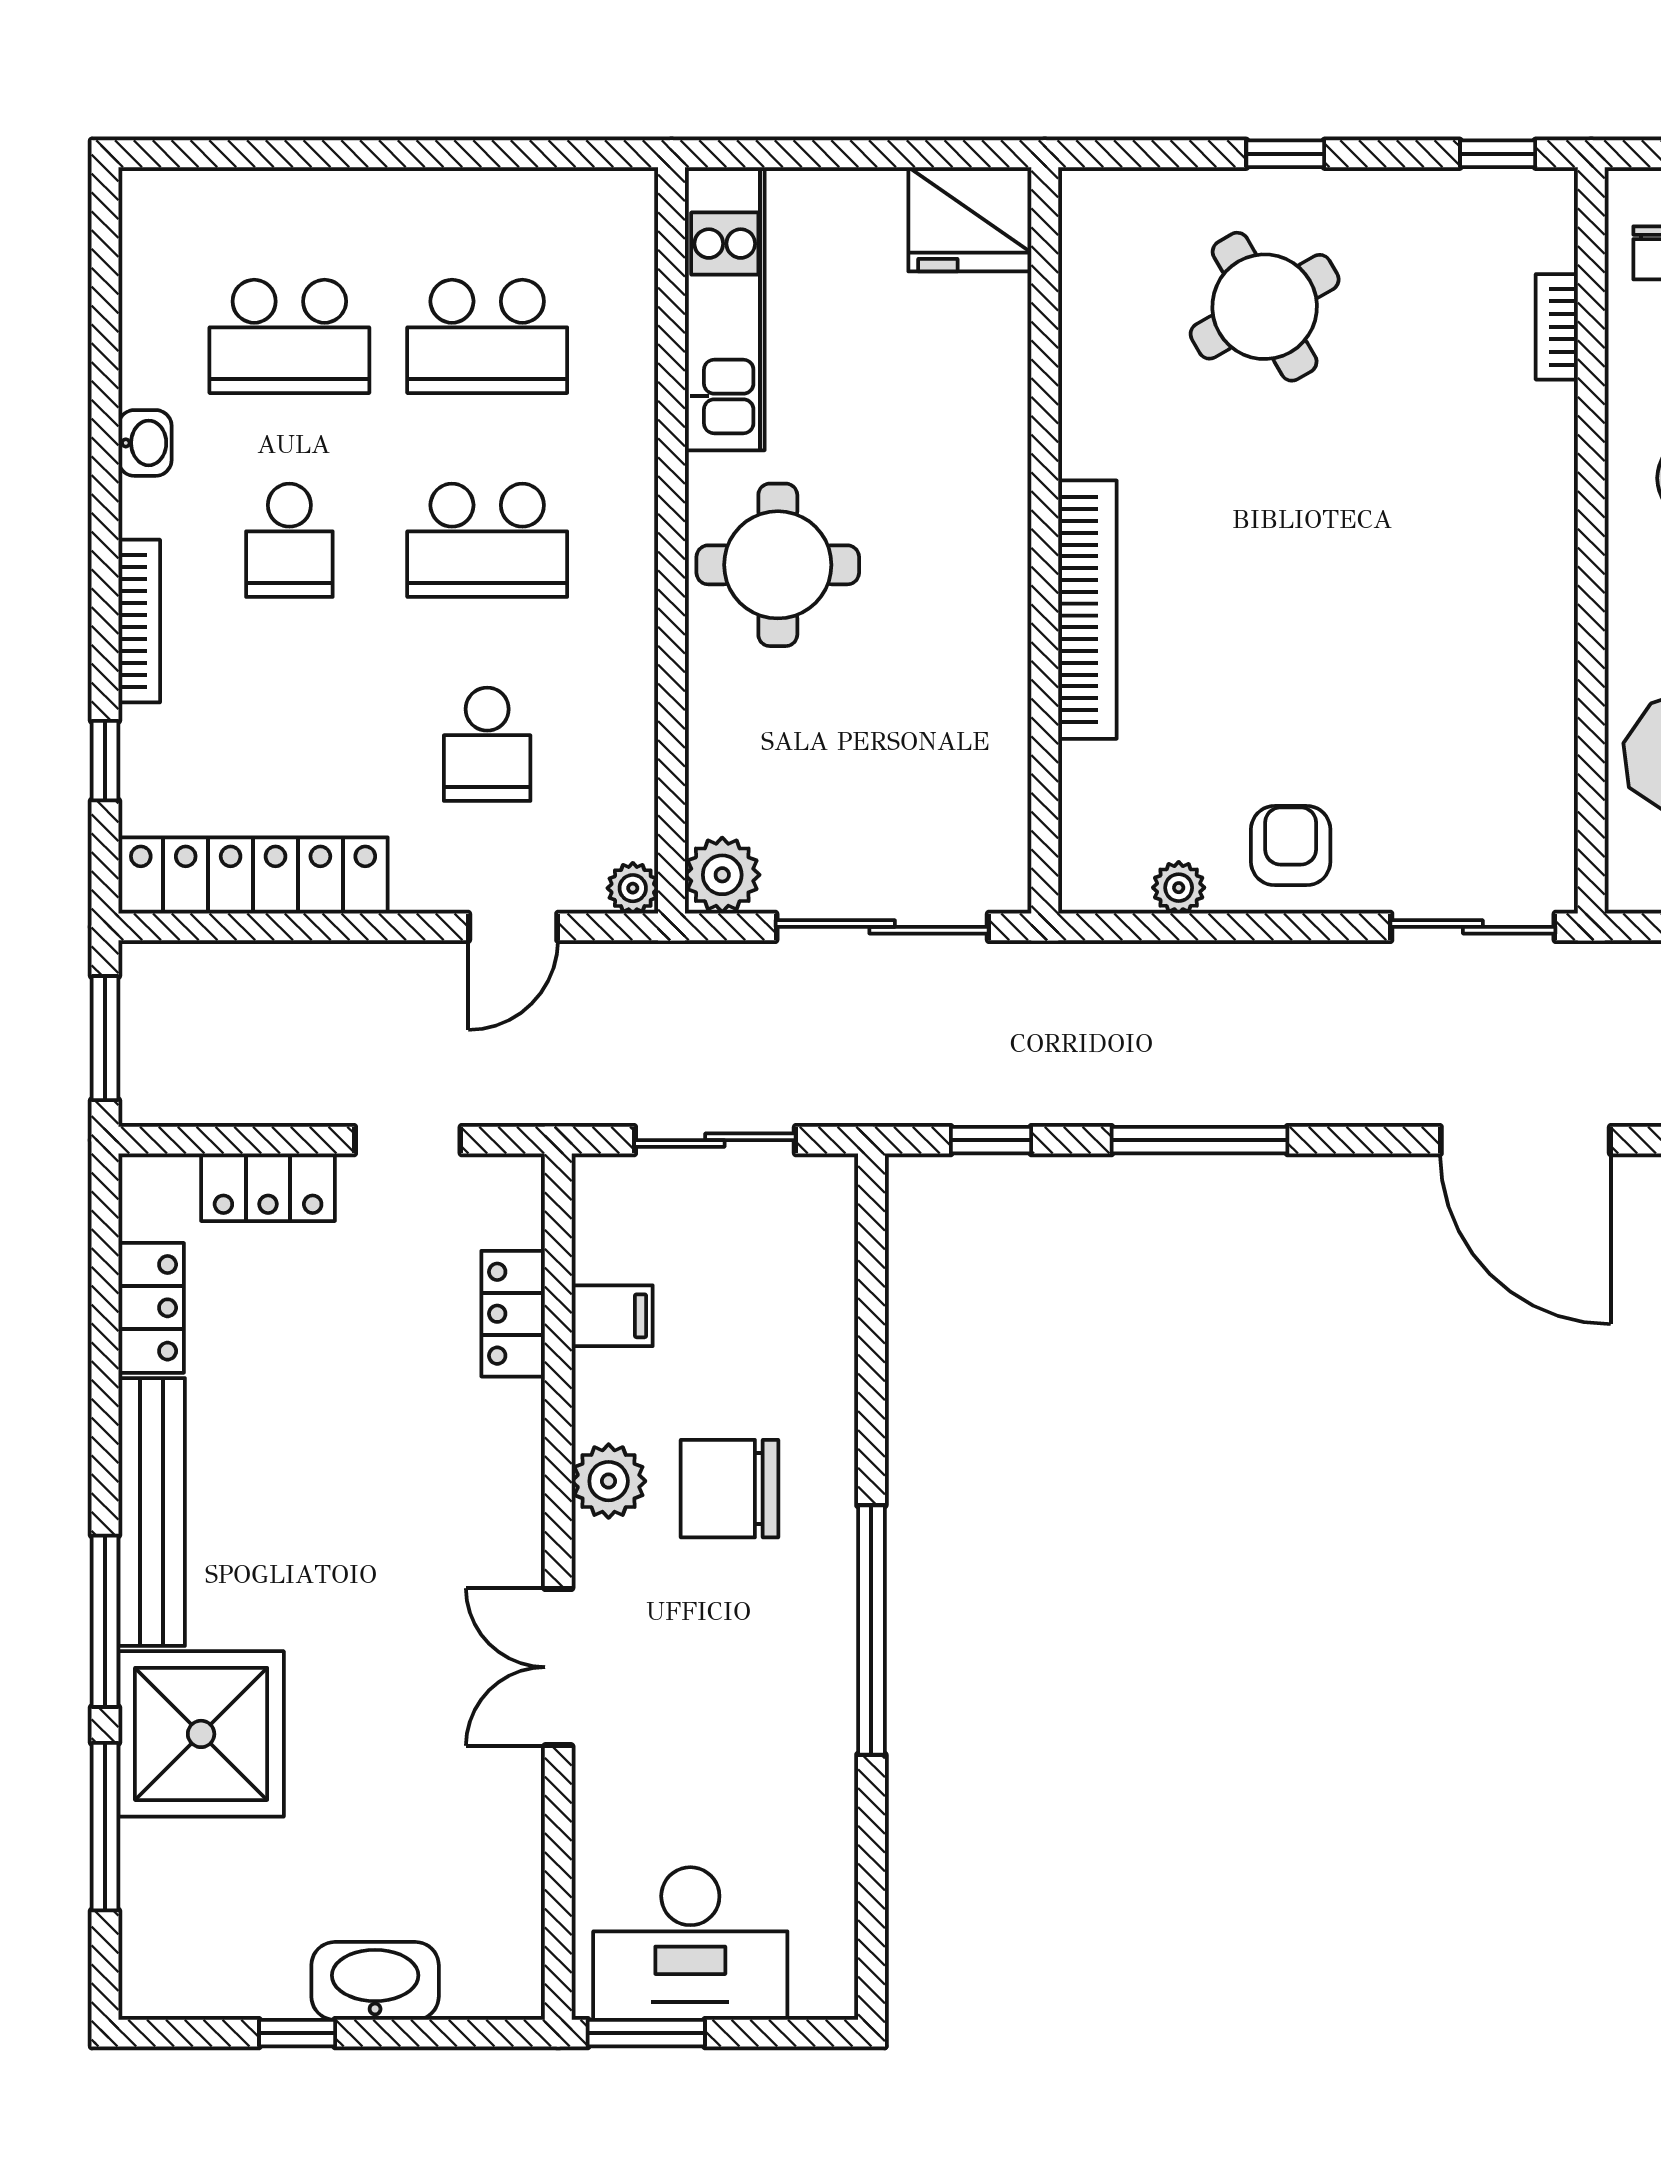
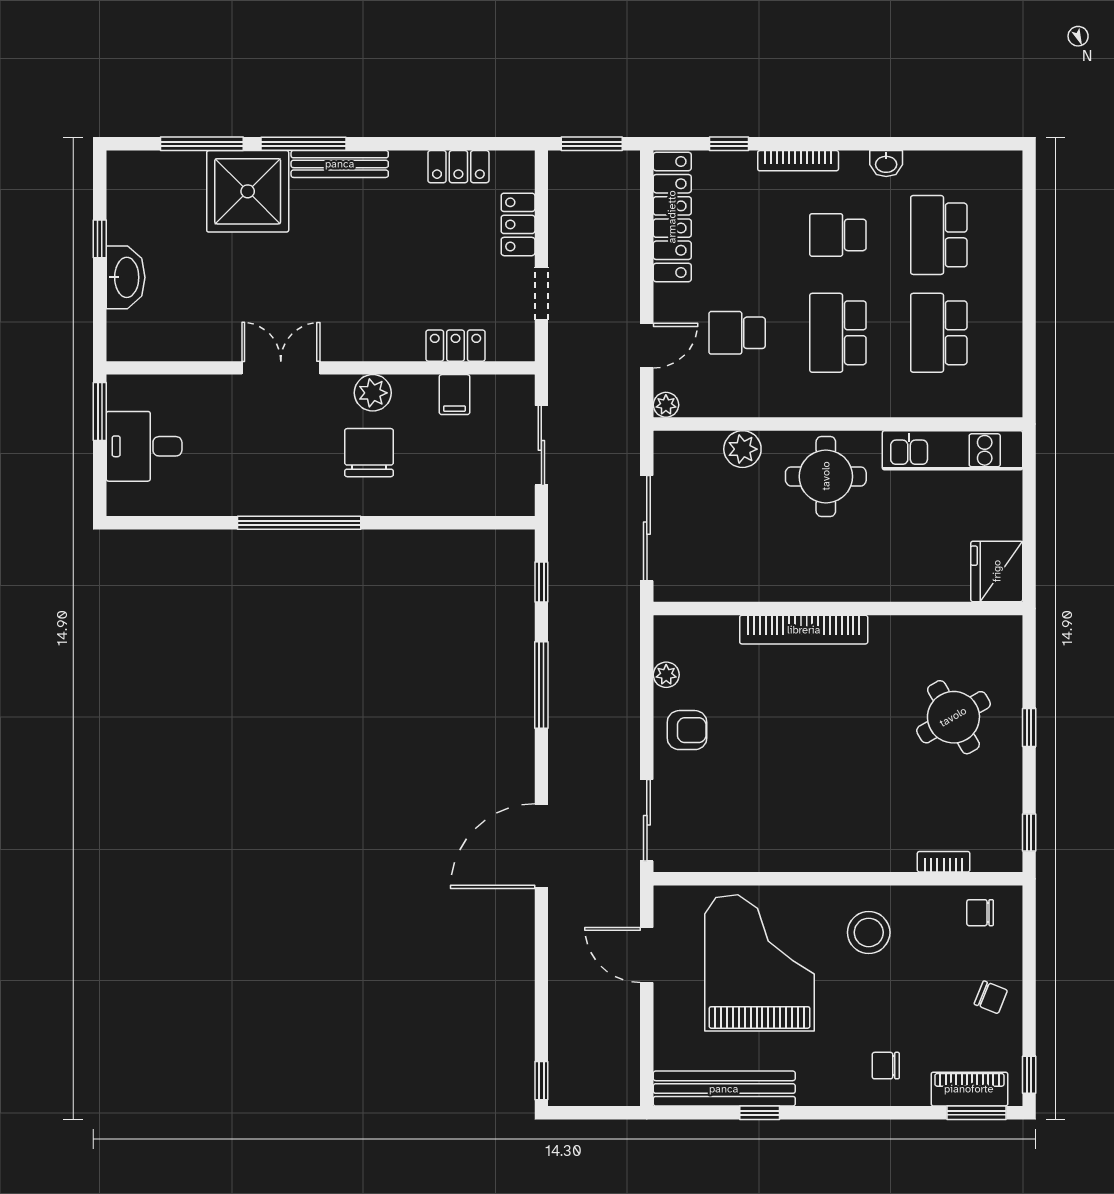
plant: (722, 875) -> (742, 449), moved
door: (513, 927) -> (647, 346), swing flipped
bench: (152, 1512) -> (340, 164), width x0.73, depth x0.82
desk: (690, 1944) -> (144, 446), width x0.73

